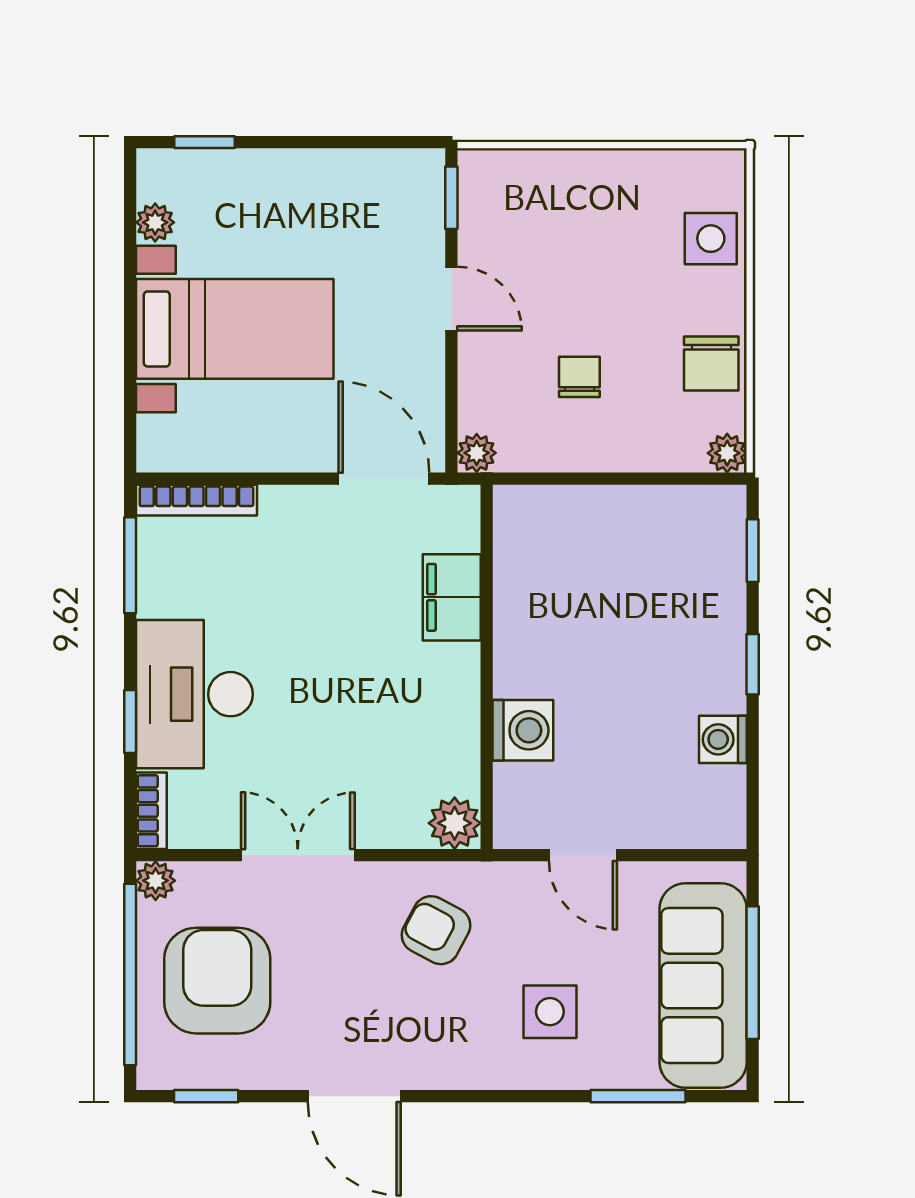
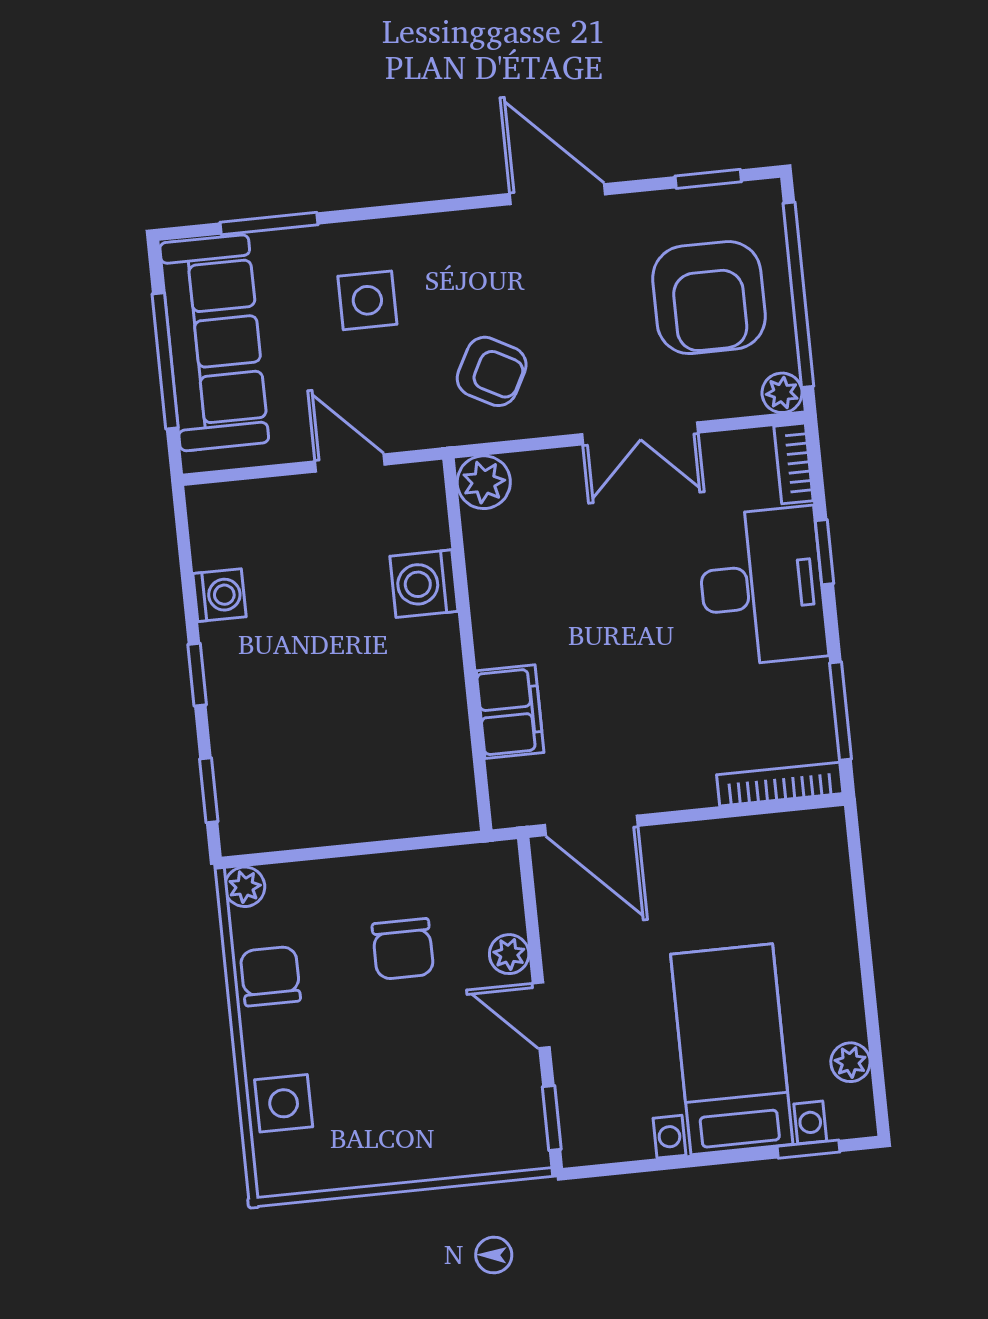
bed with nightstands: (235, 329) -> (732, 1049), moved, turned 90
chair: (579, 377) -> (403, 949), width x1.37, depth x1.37
plant: (477, 453) -> (509, 954), moved

